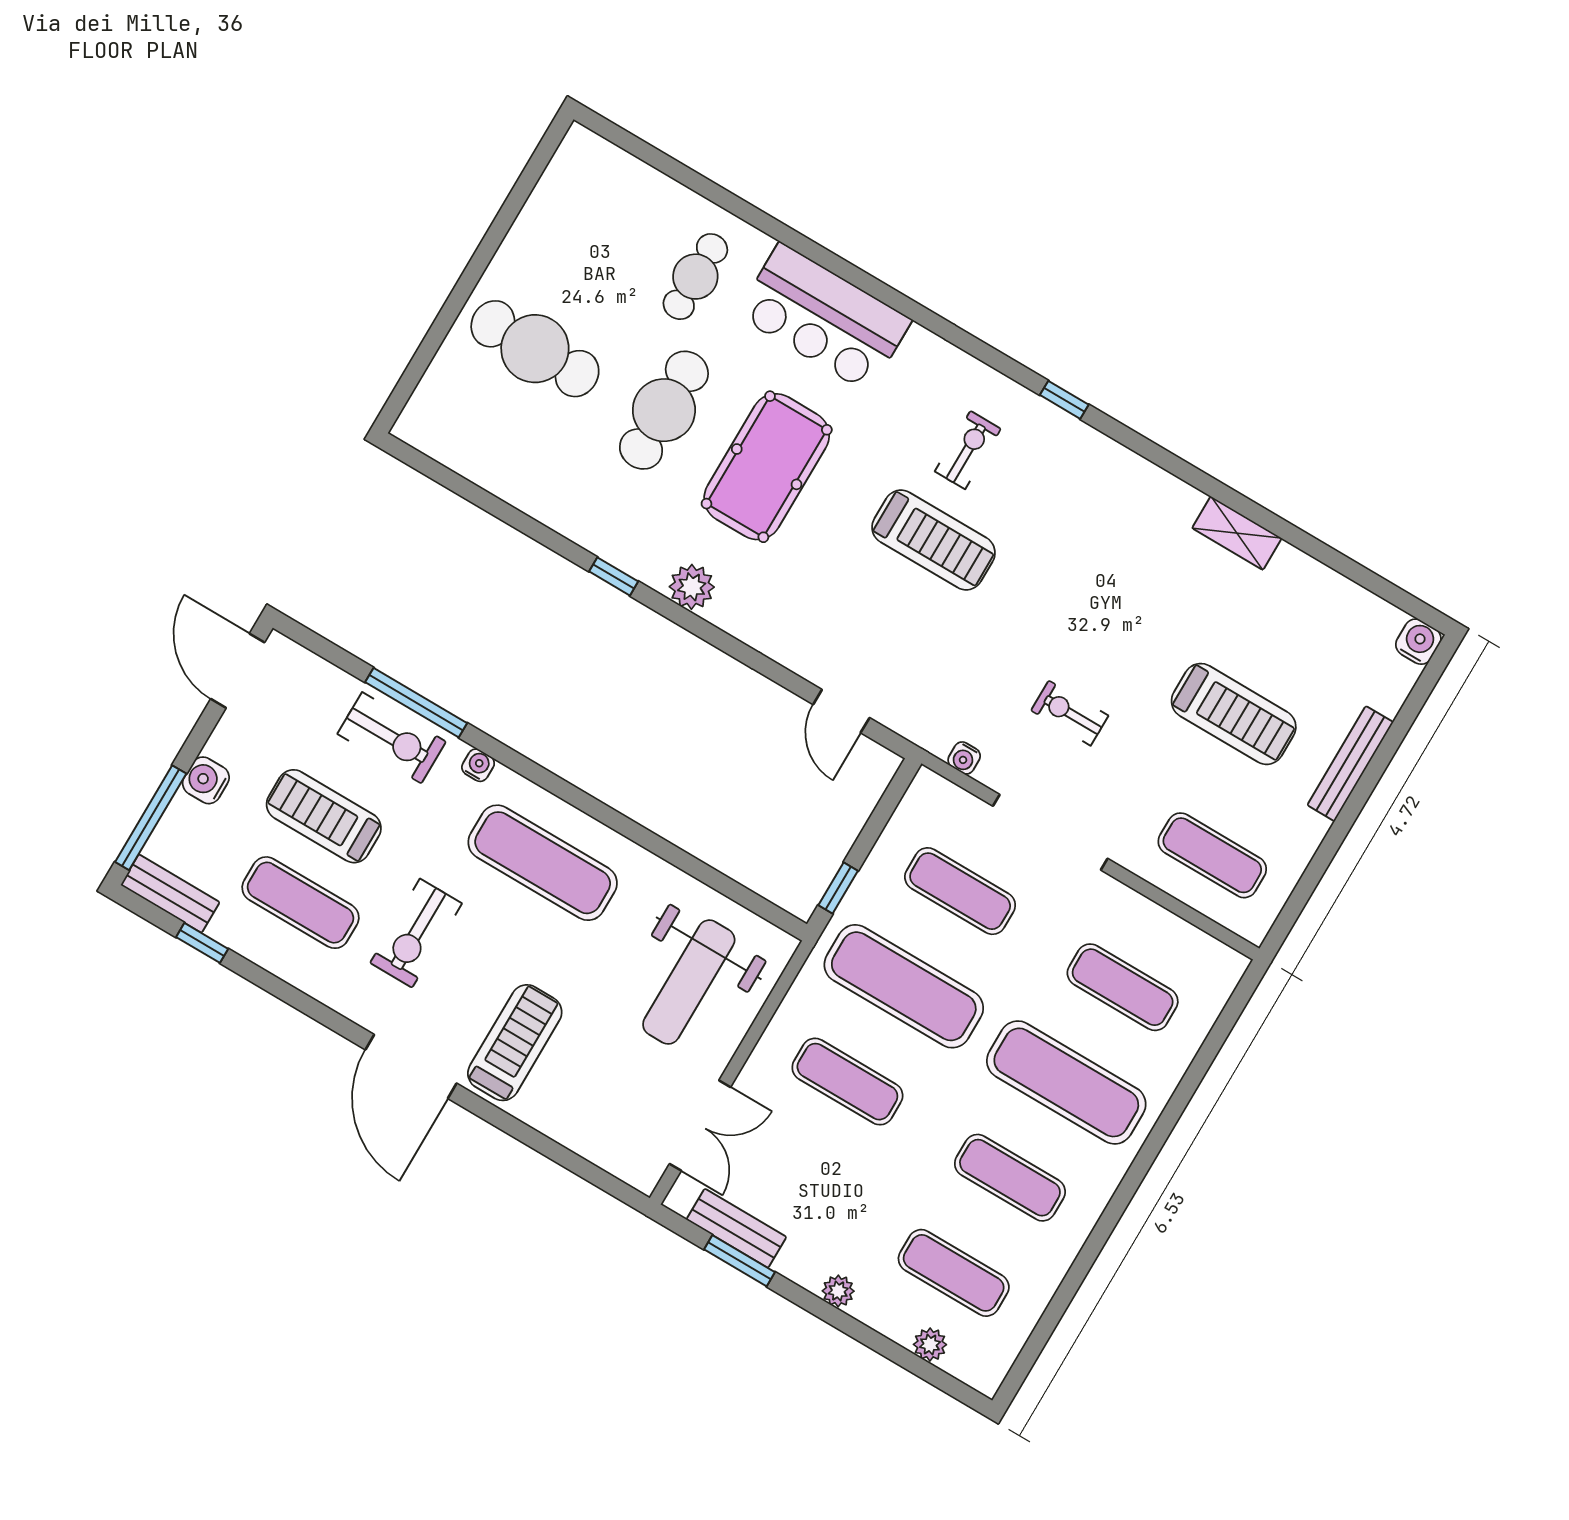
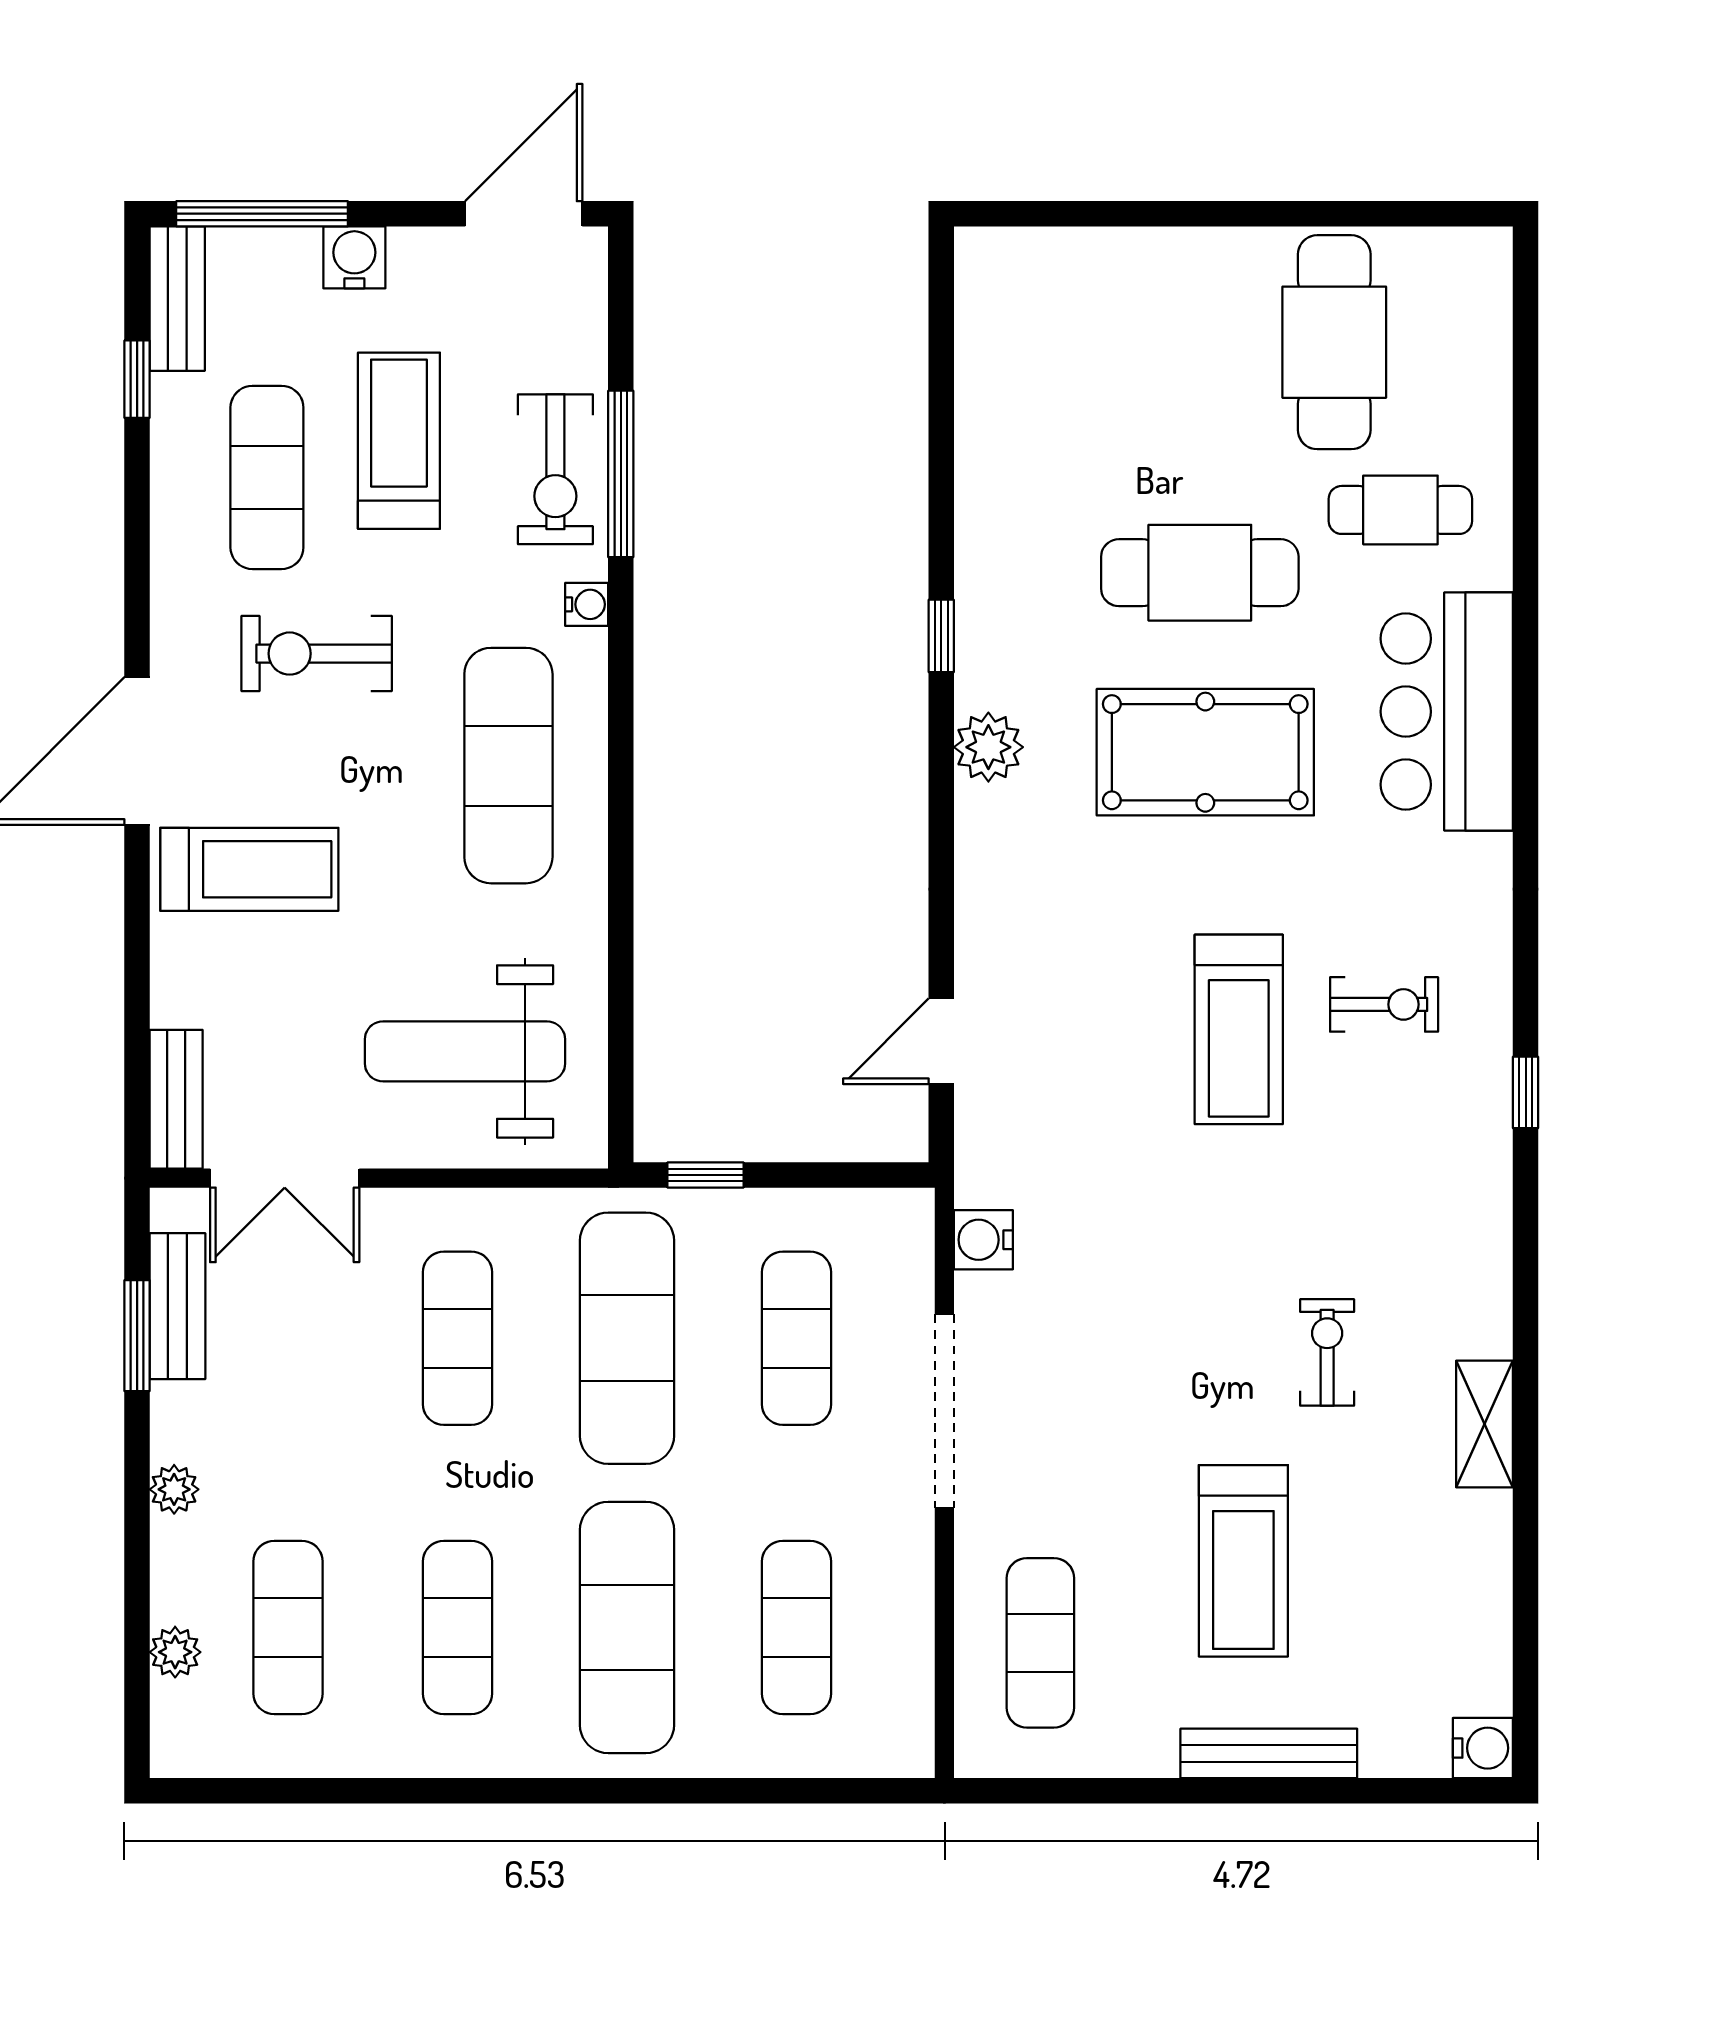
cafe table: (535, 349) -> (1334, 342), moved
exercise bike: (1070, 713) -> (1327, 1352), moved
water cooler: (964, 758) -> (983, 1240), width x1.38, depth x1.38
bench: (620, 1160) -> (176, 1099), added

